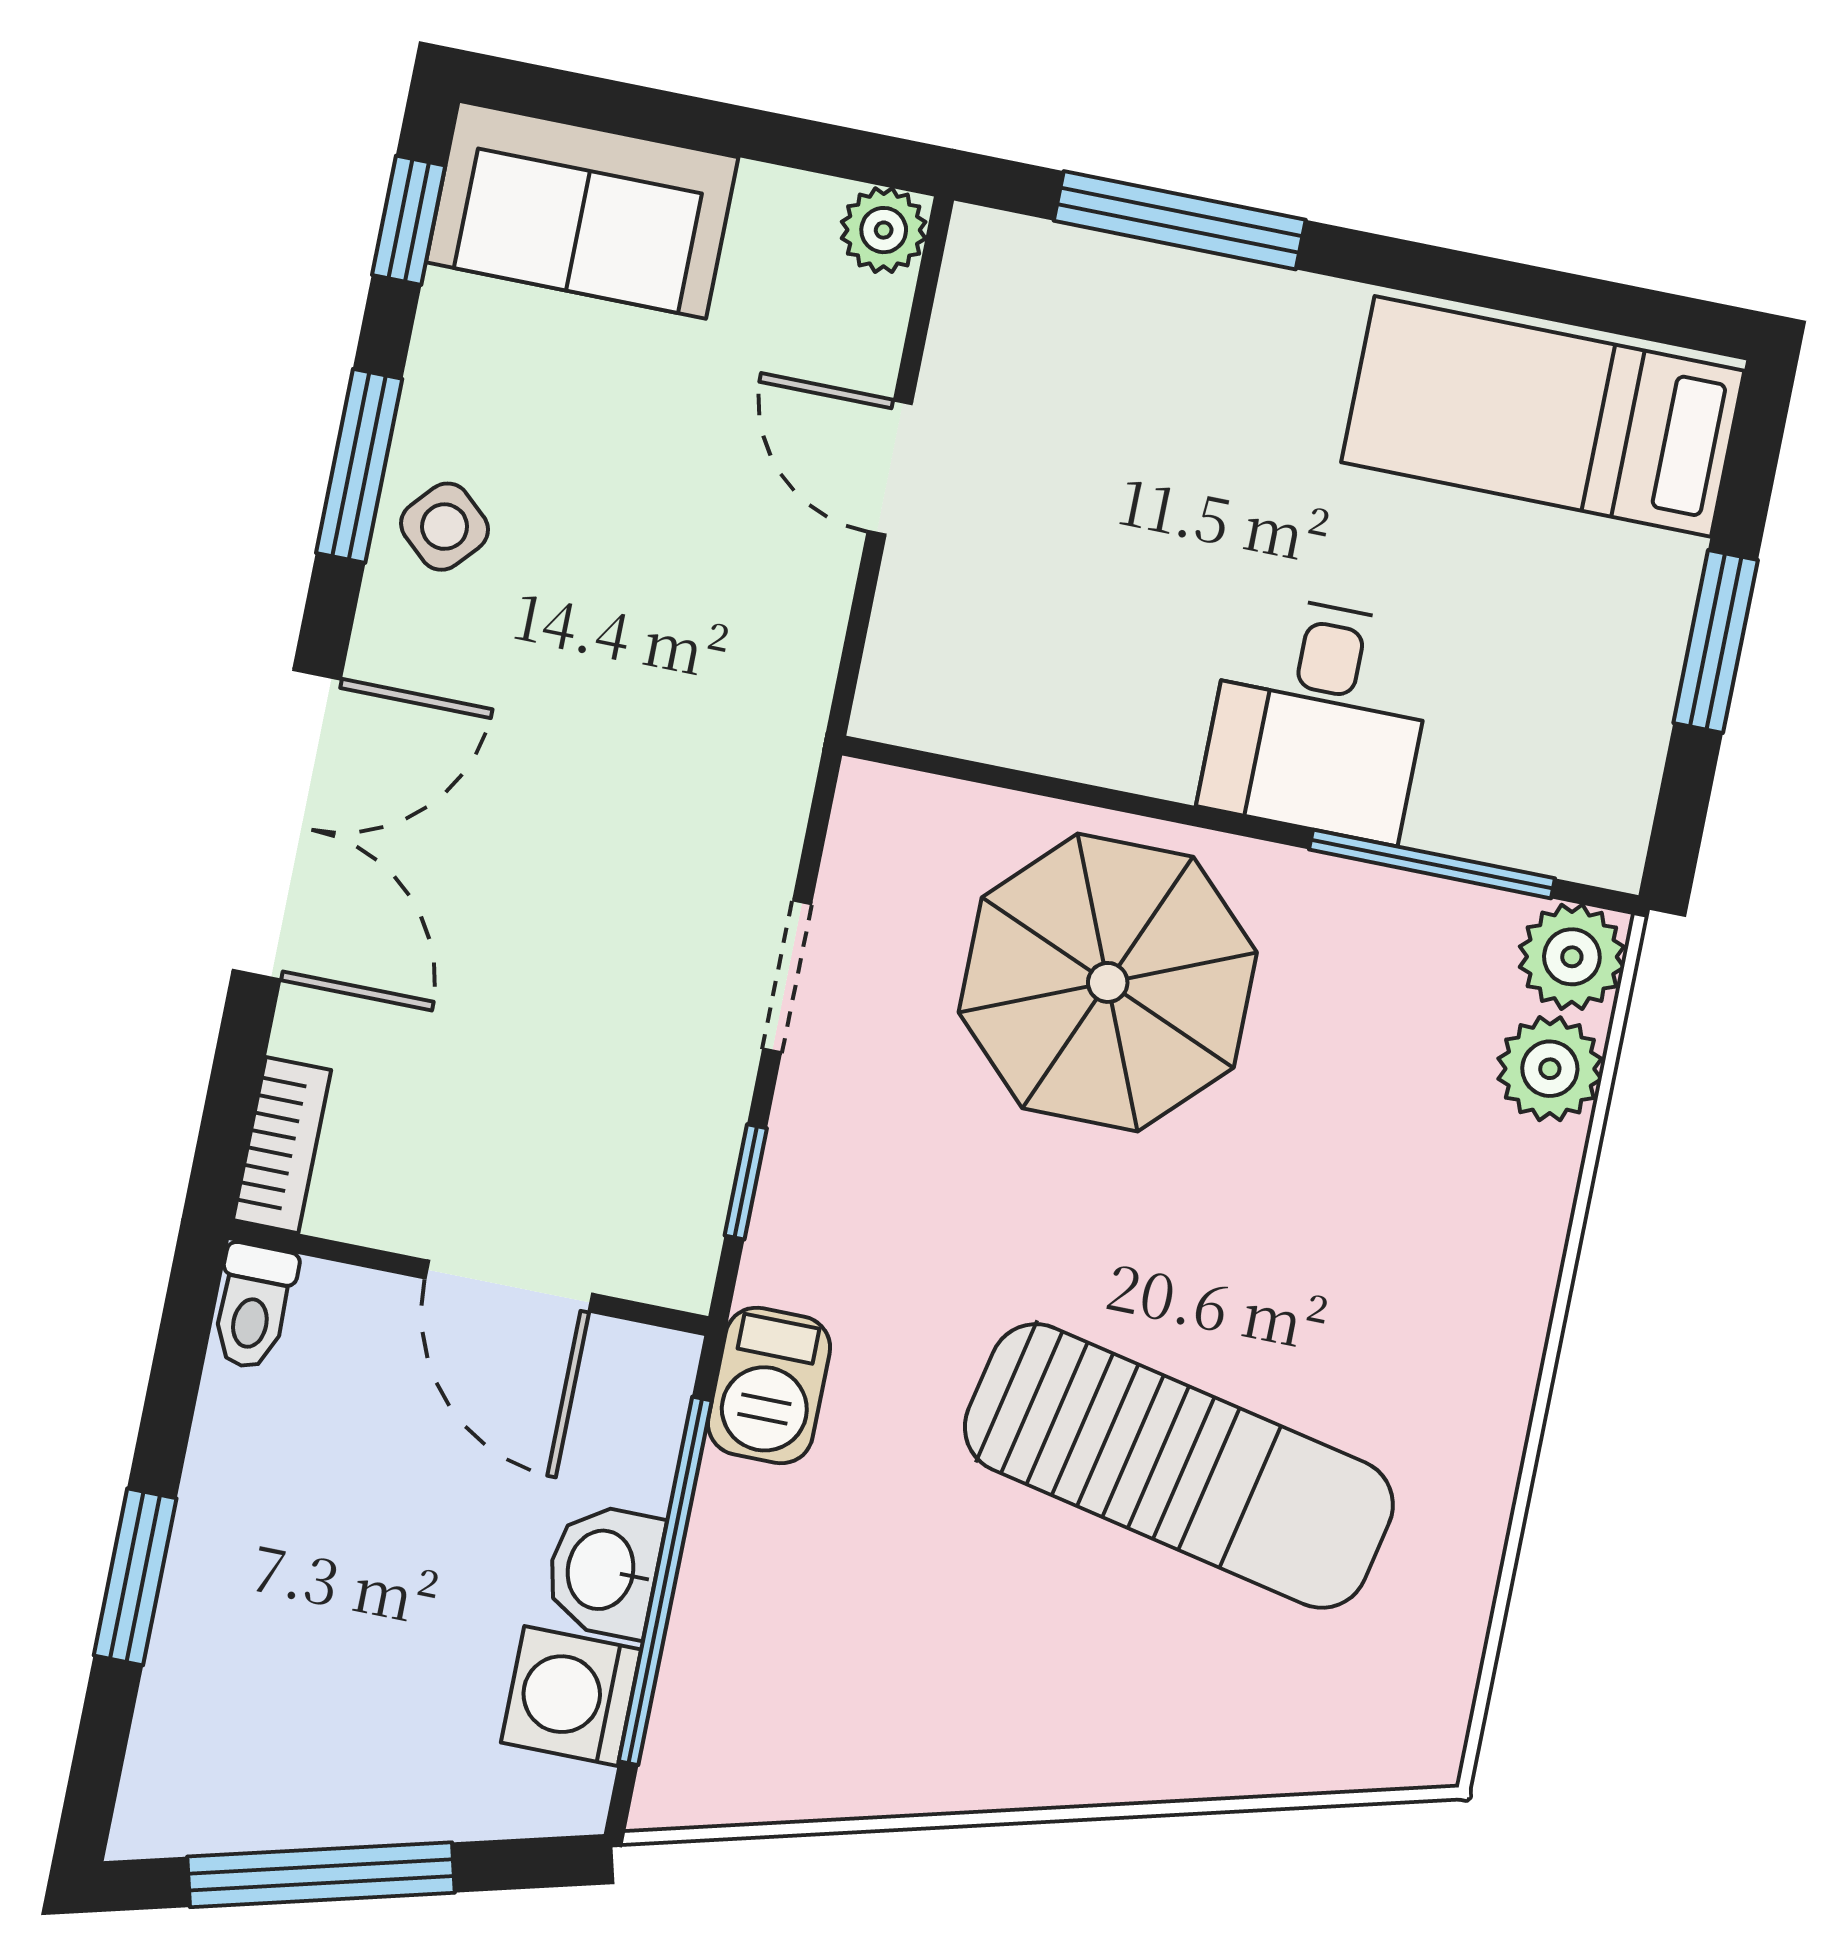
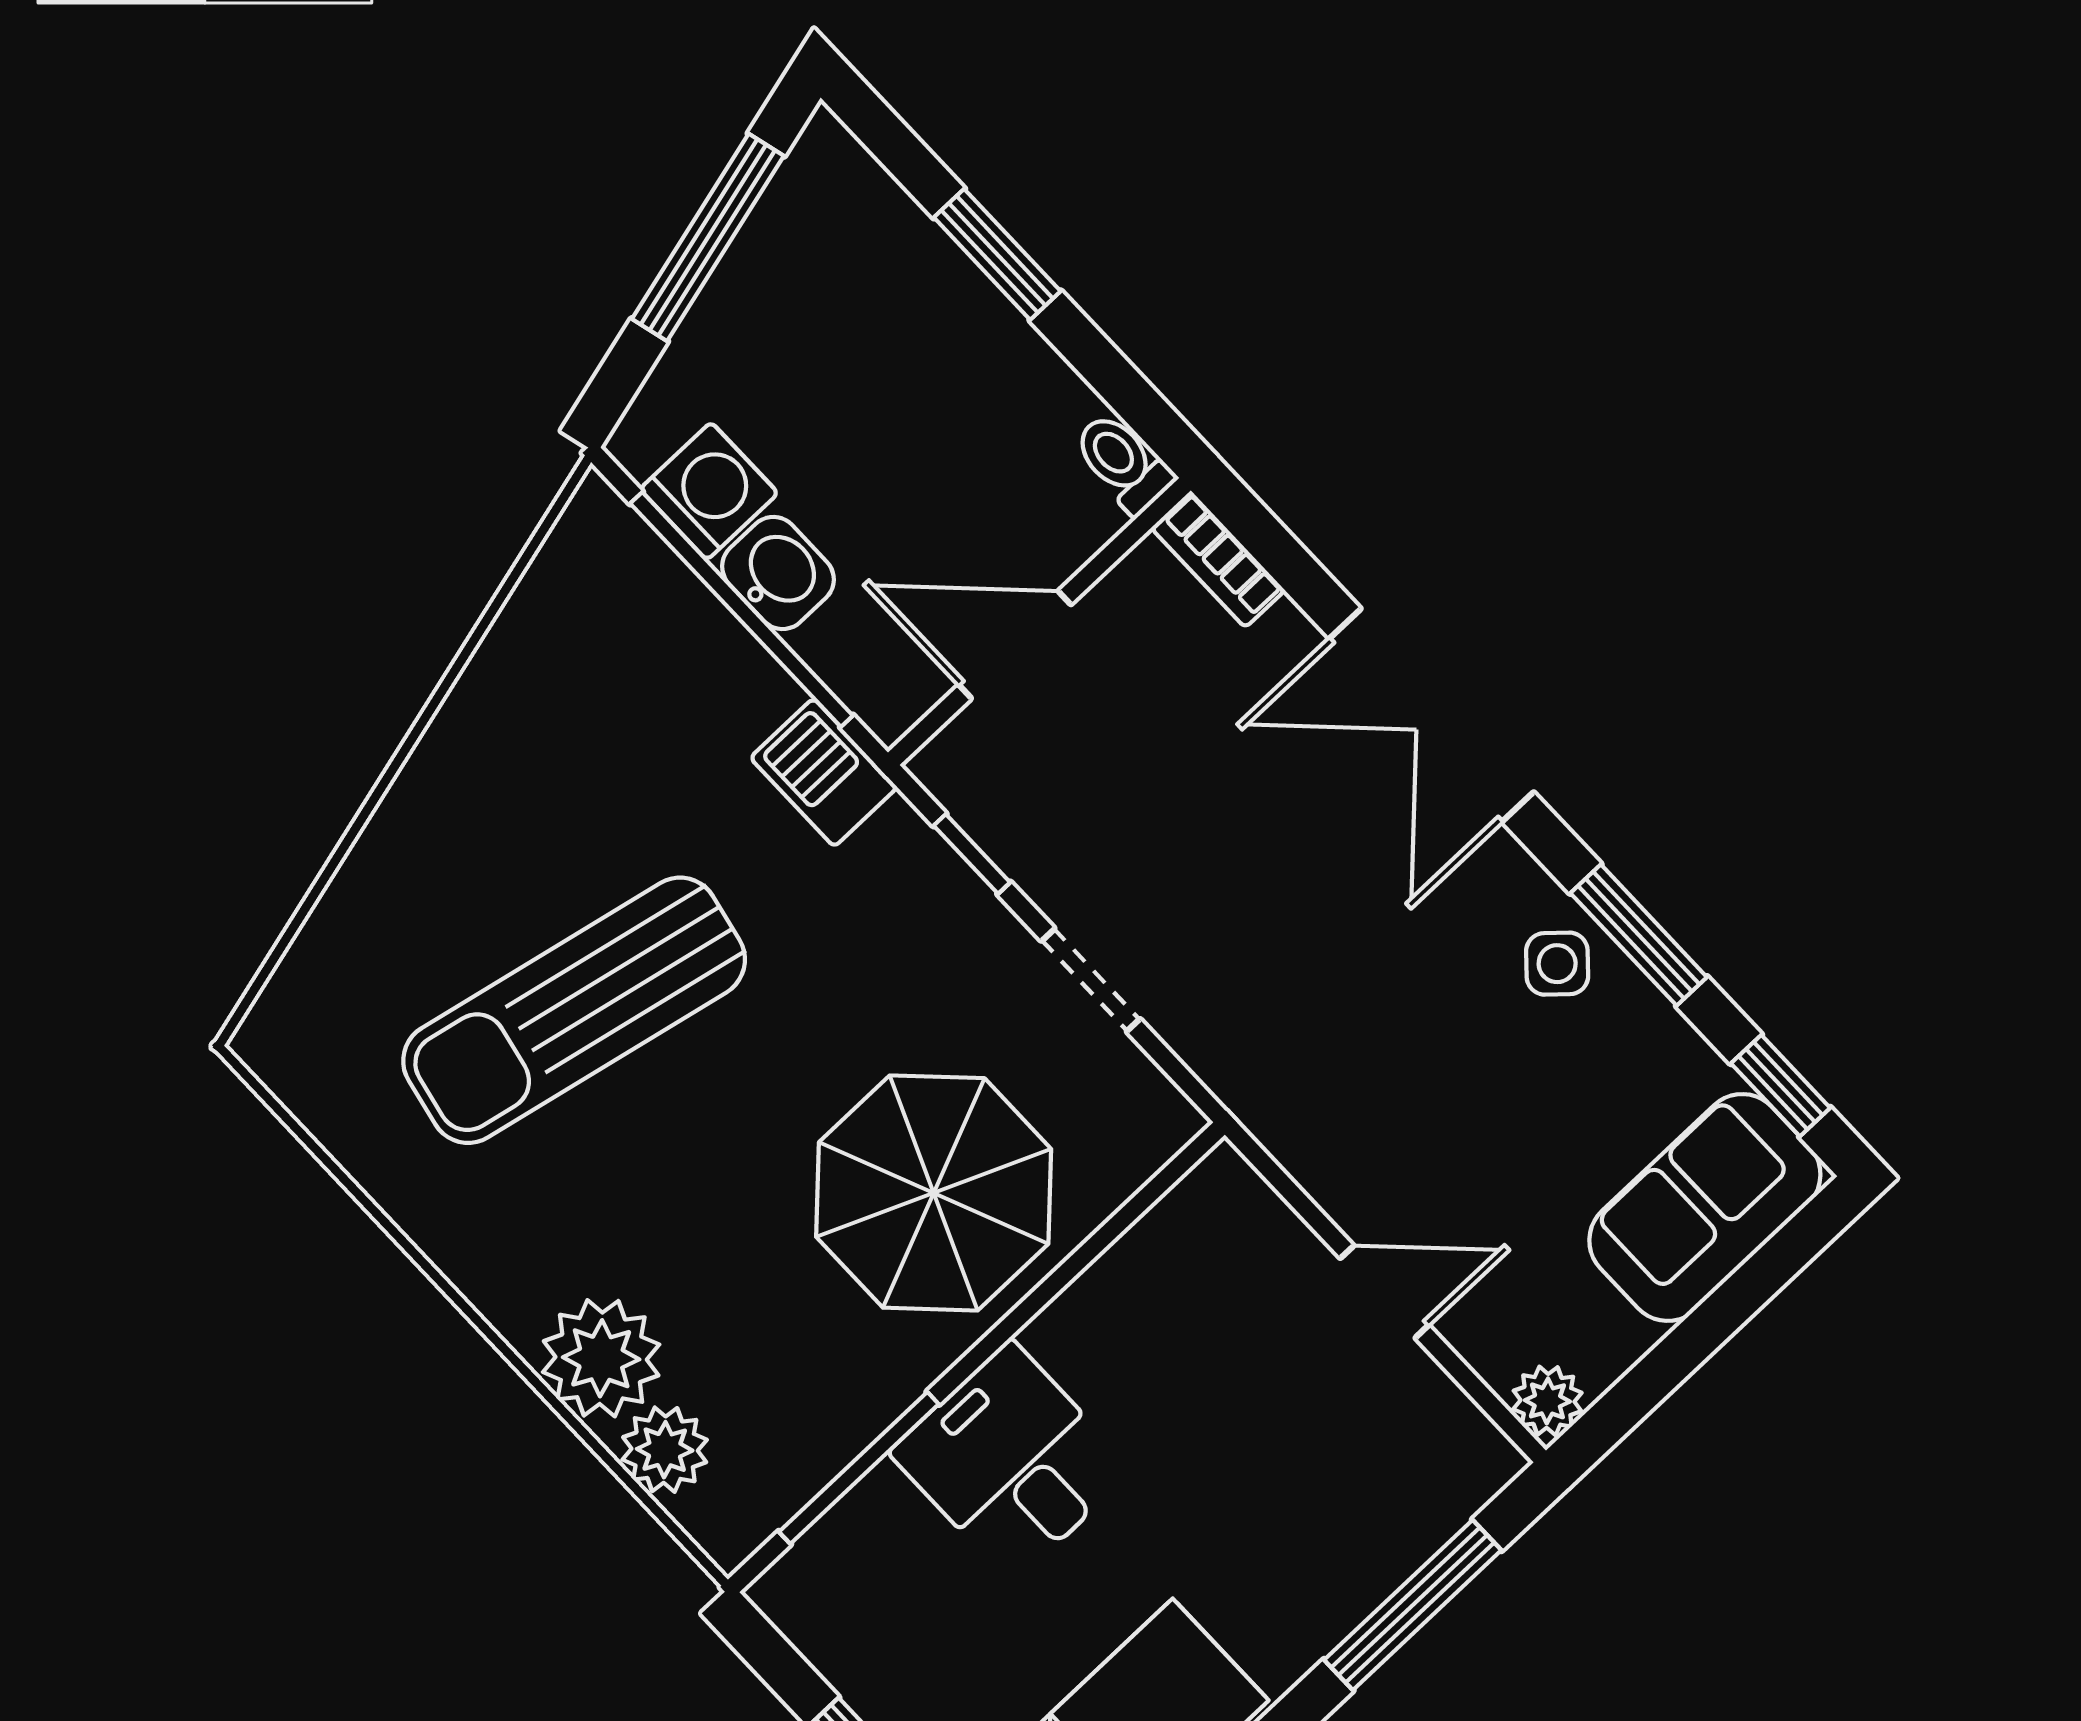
plant: (1572, 957) -> (601, 1358), moved, width x1.36, depth x1.36

